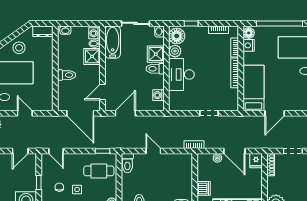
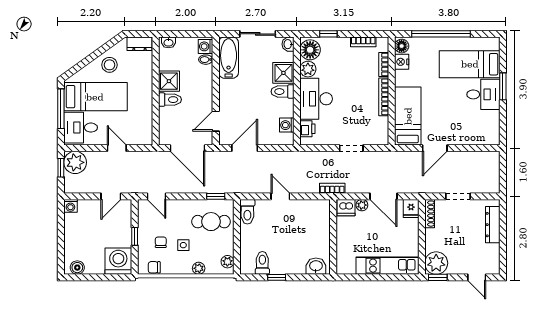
shower: (92, 56) -> (169, 81), moved
printer: (175, 98) -> (307, 129), added
dishwasher: (204, 188) -> (346, 208), moved, turned 90

